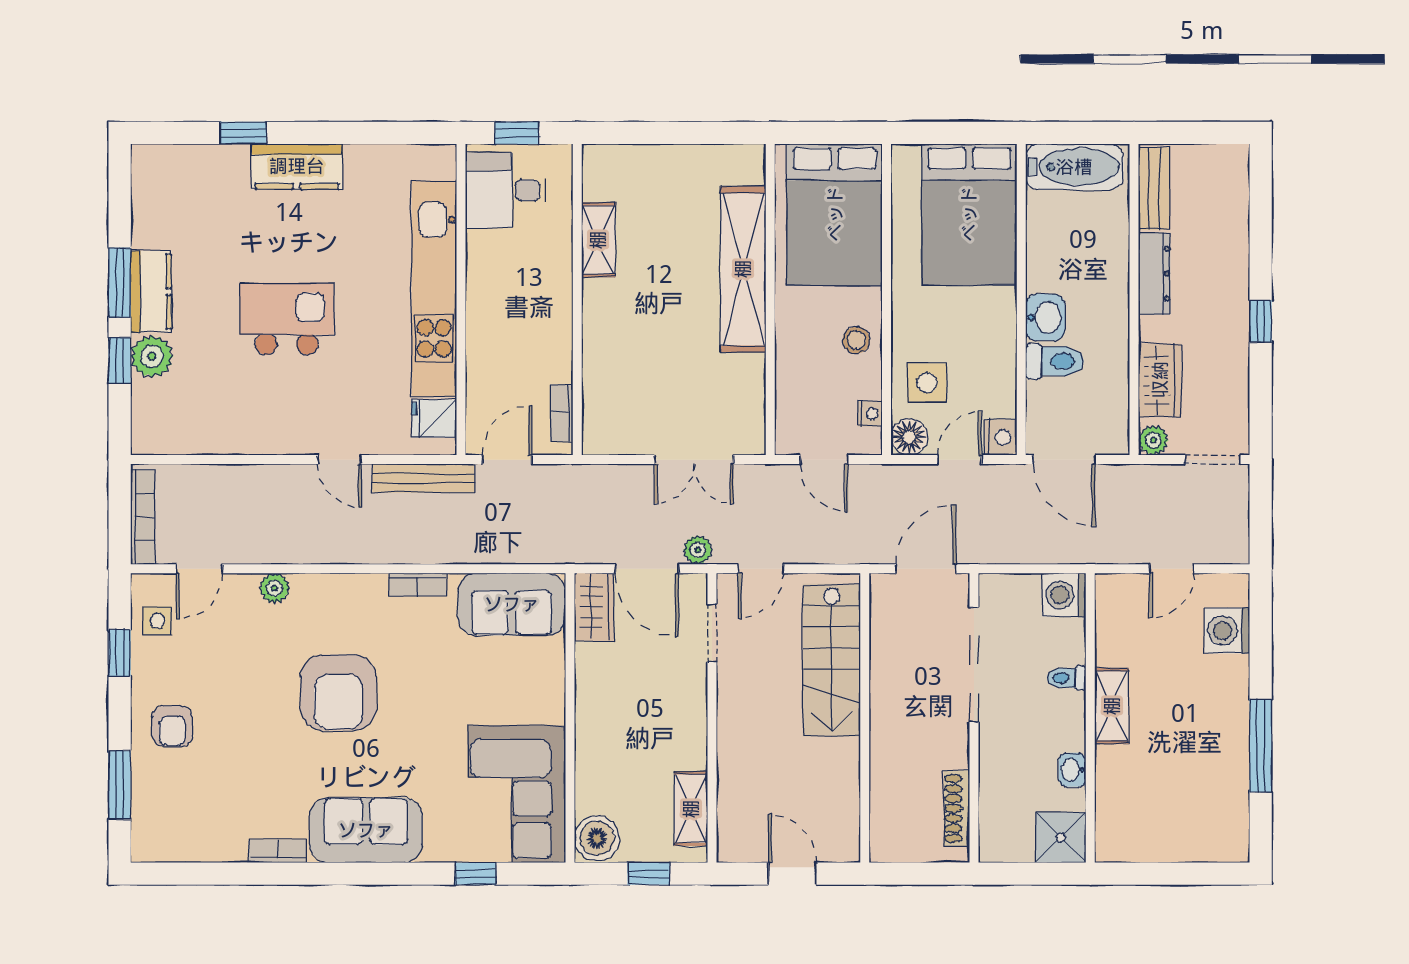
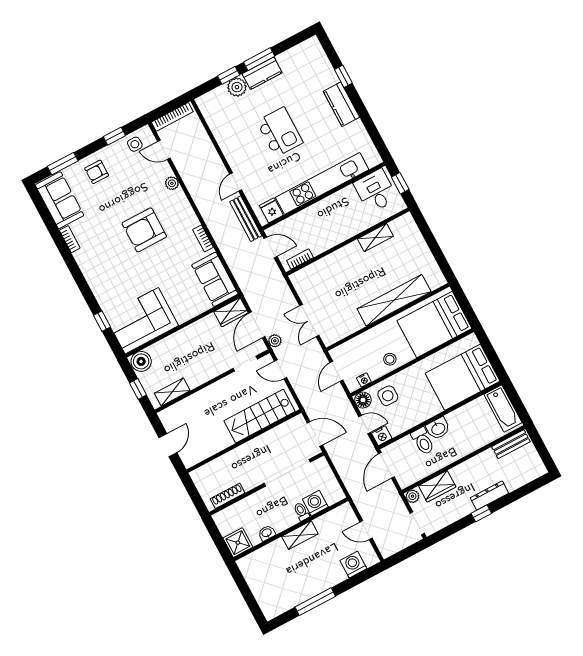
dresser: (1154, 274) -> (489, 496), moved, turned 180
washing machine: (1064, 595) -> (315, 503), moved
sofa: (366, 830) -> (60, 200), moved

